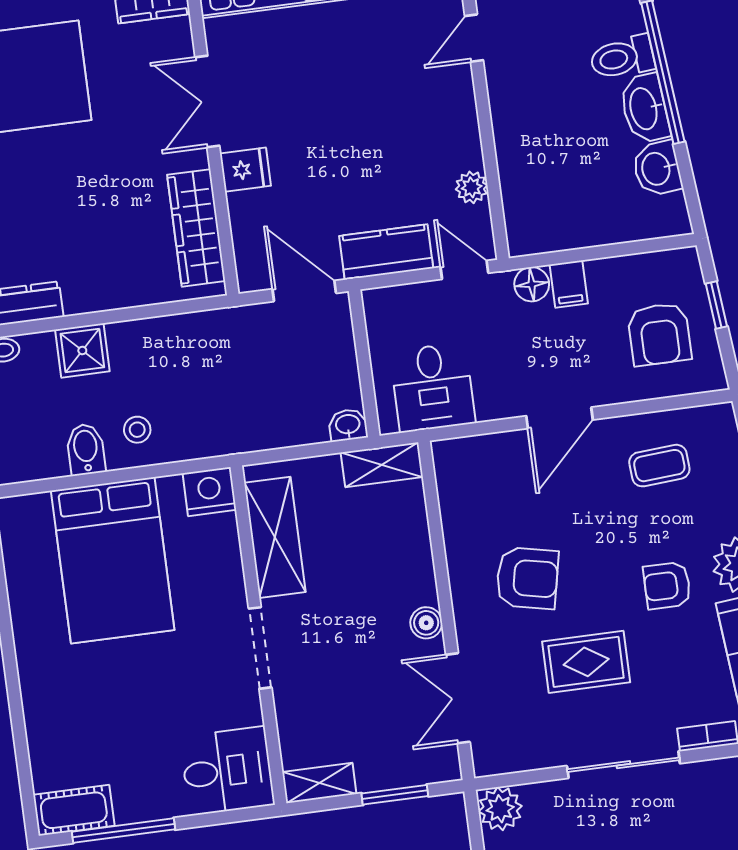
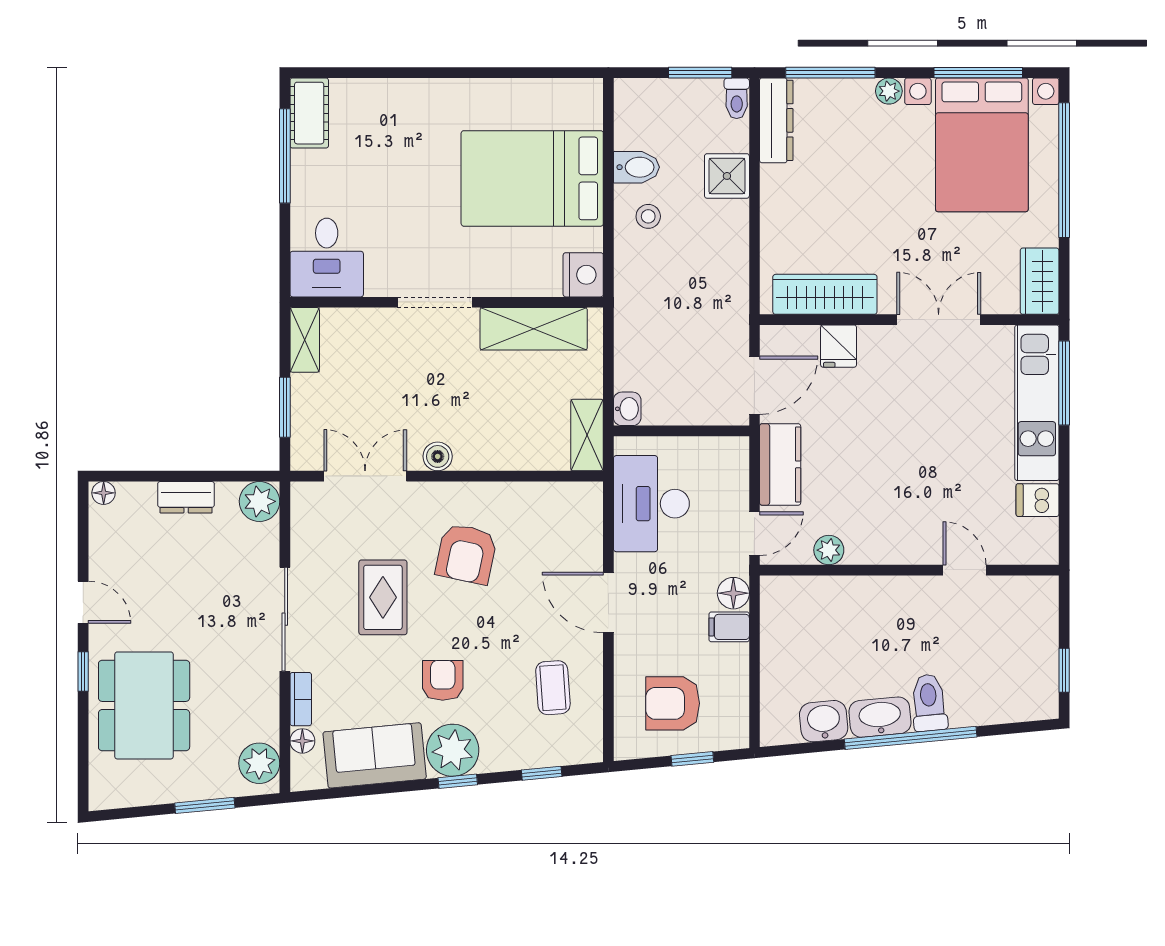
fridge: (245, 170) -> (839, 346), moved
desk: (433, 387) -> (651, 504), width x1.37

